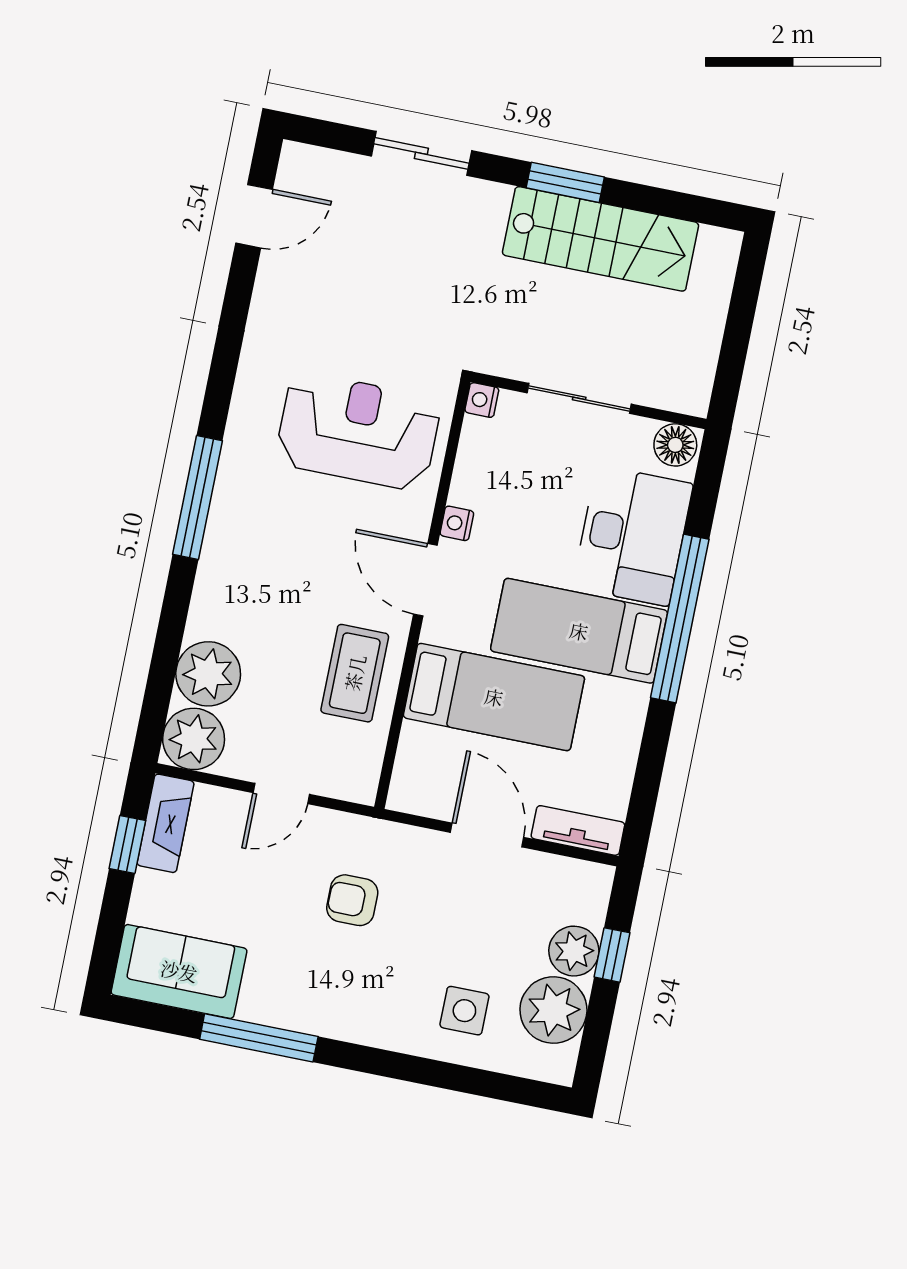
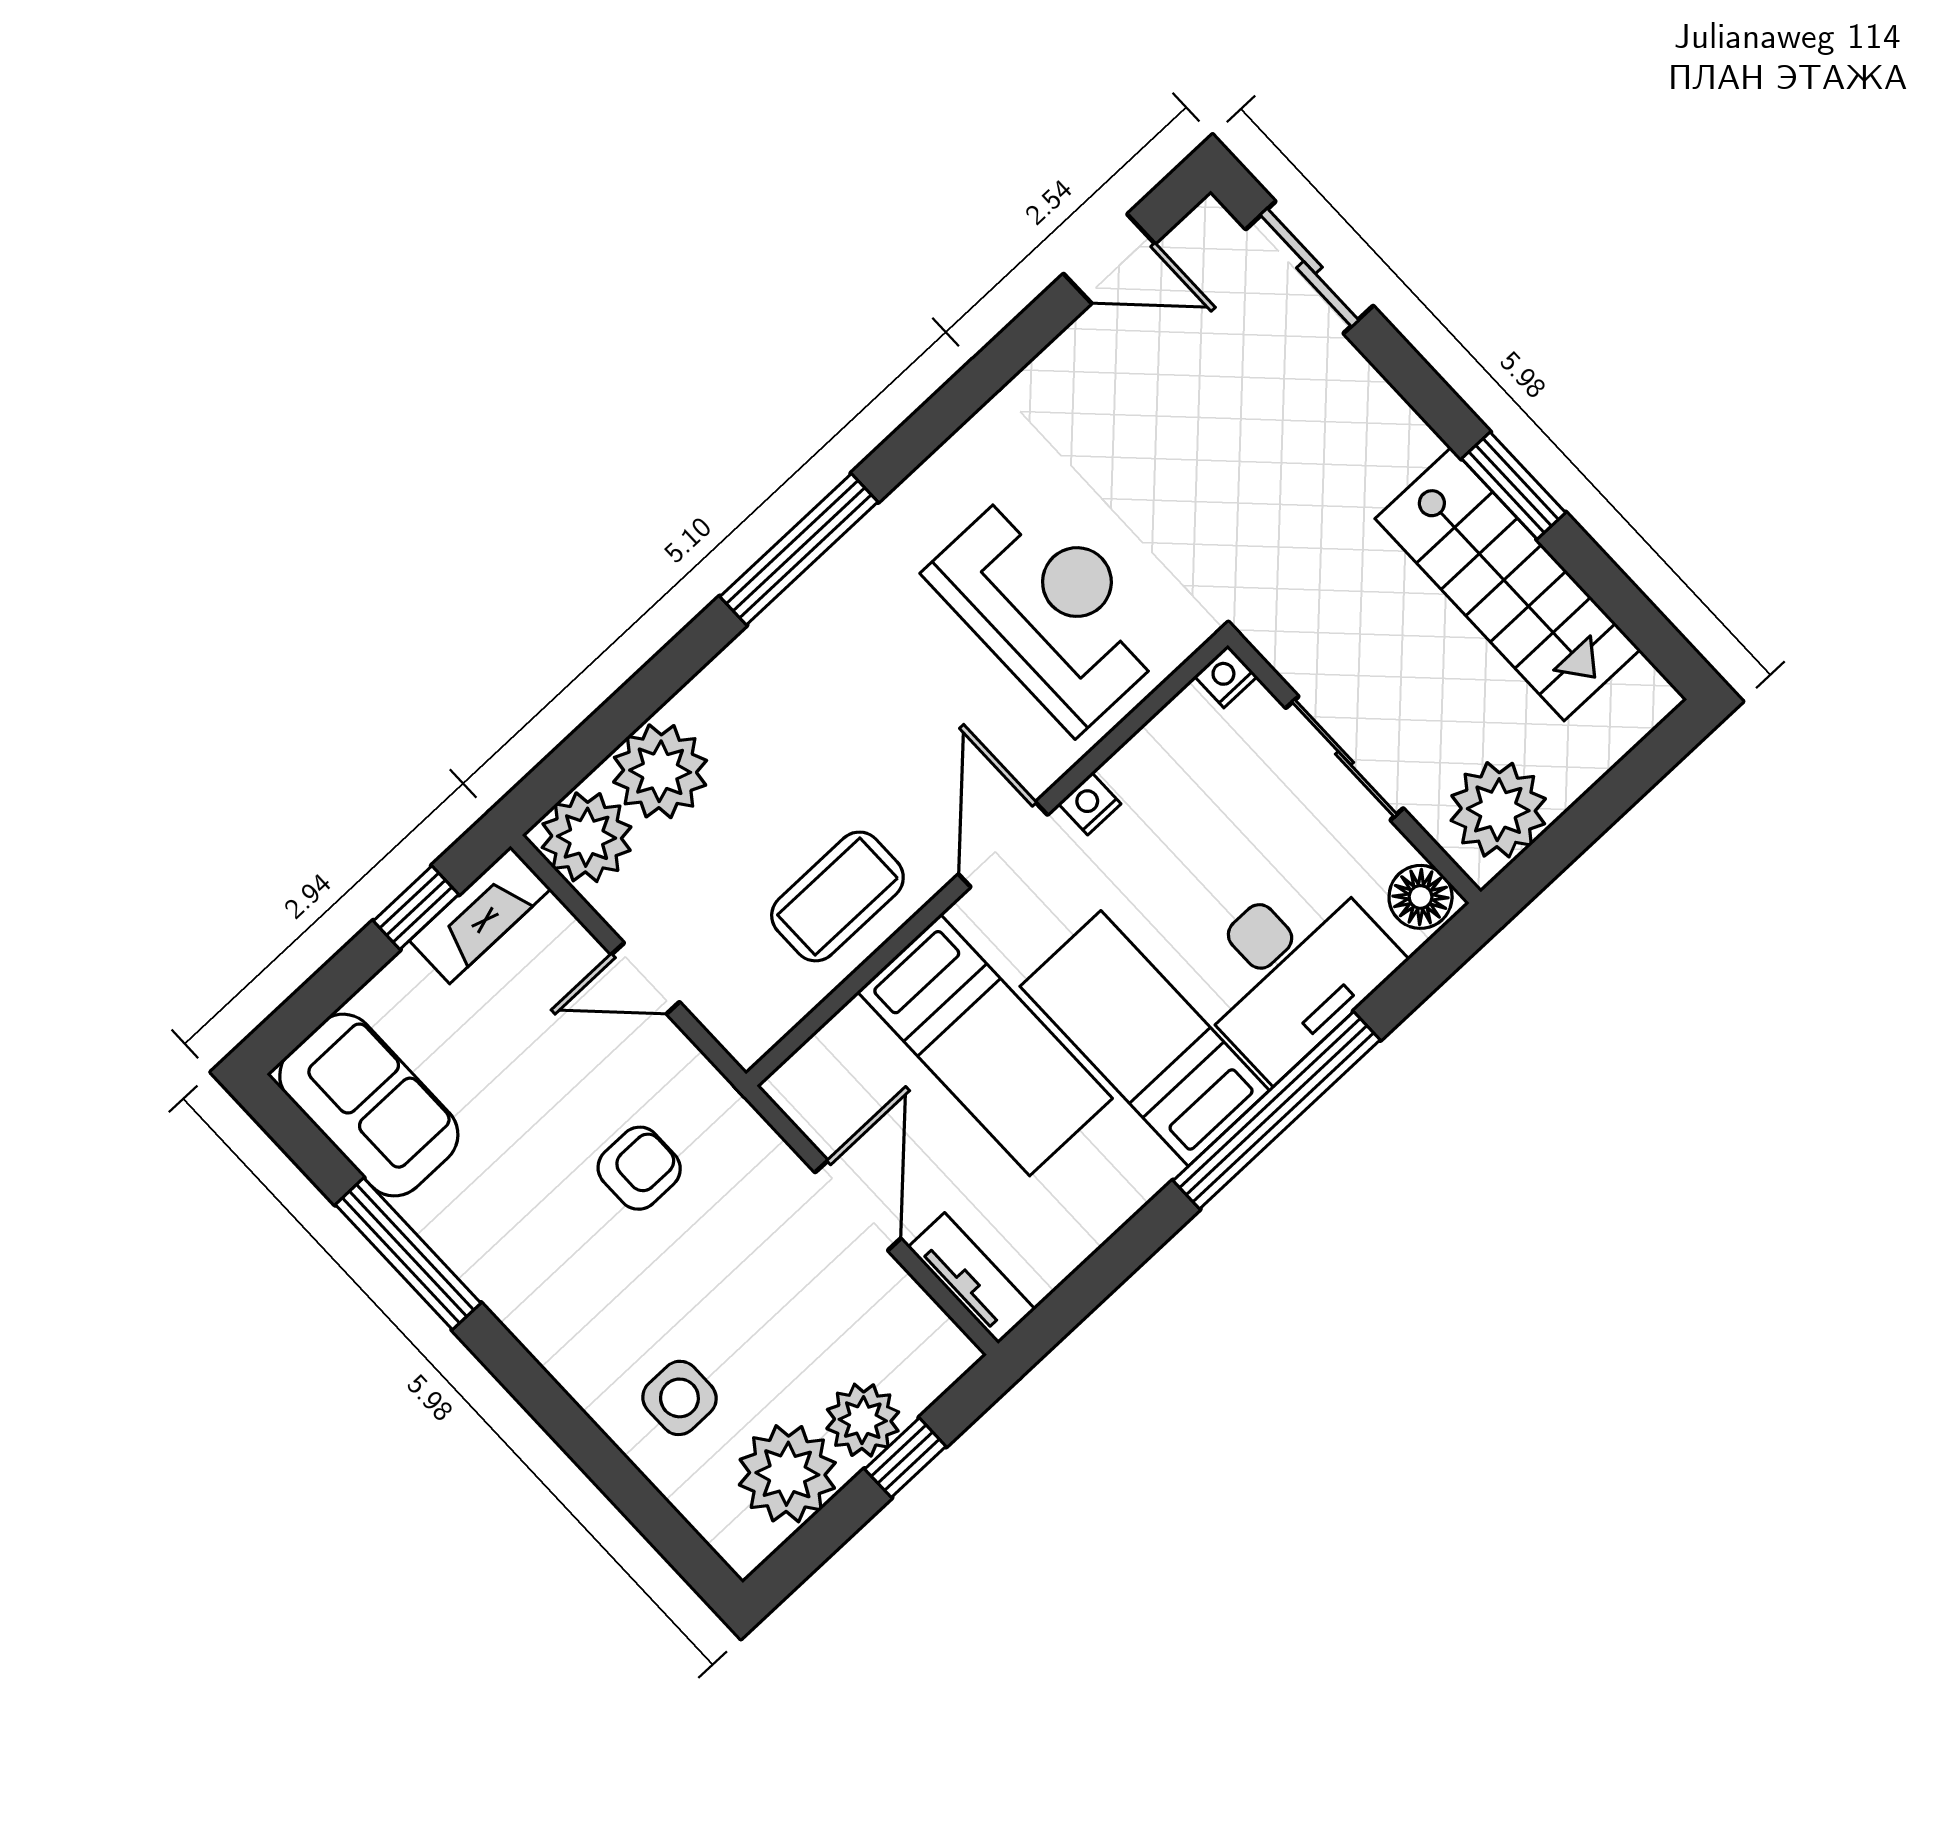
sliding door: (421, 153) -> (1309, 267), moved
plant: (684, 367) -> (1498, 810), added
armchair: (352, 900) -> (639, 1168), turned 90

